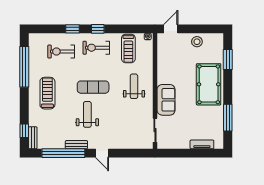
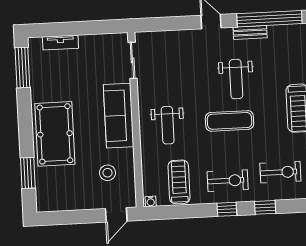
stool: (197, 42) -> (108, 173), moved
sofa: (166, 100) -> (119, 116), width x1.36
window: (228, 118) -> (22, 68), moved

